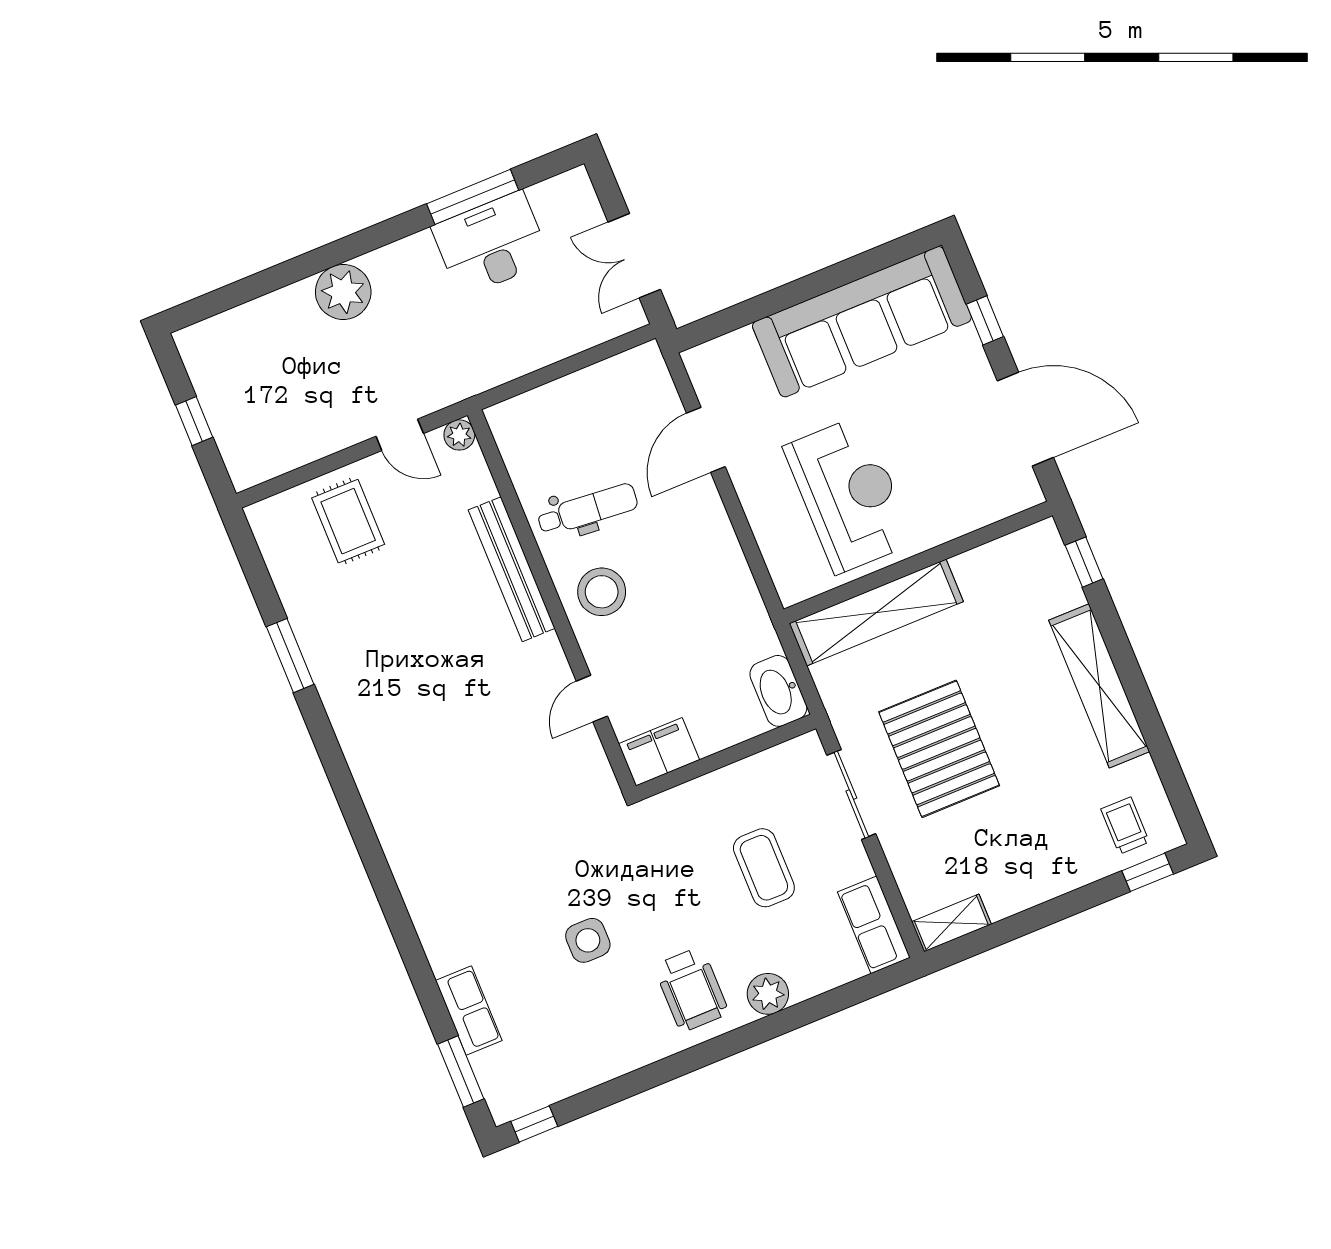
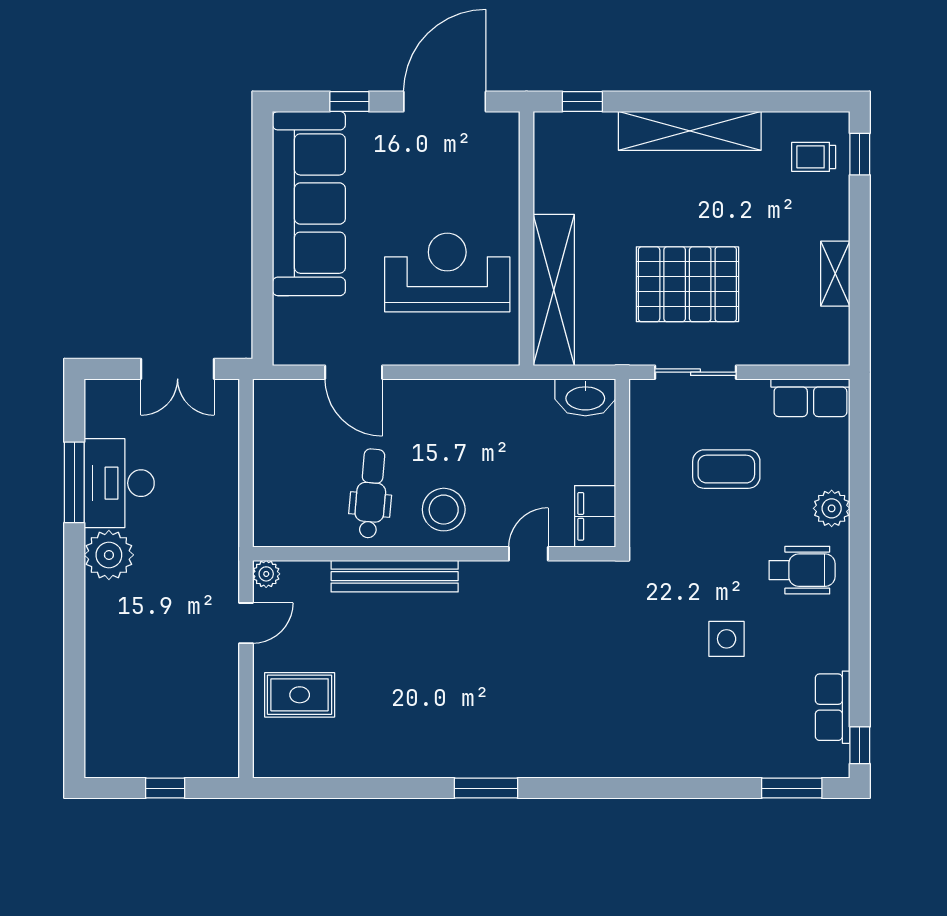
plant: (343, 292) -> (109, 555), moved
window: (290, 656) -> (486, 788), moved
door: (592, 699) -> (528, 554), swing flipped
shelving: (951, 923) -> (835, 274), moved
row of seats: (469, 1011) -> (833, 707), moved, turned -90

